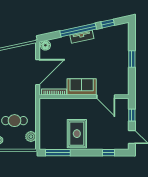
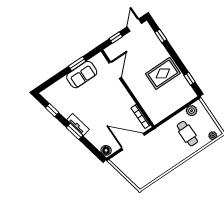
window: (78, 30) -> (75, 131), width x0.47
window: (132, 59) -> (77, 64), moved
sofa: (82, 87) -> (82, 75), moved, turned -90
window: (58, 153) -> (190, 79), width x0.46

